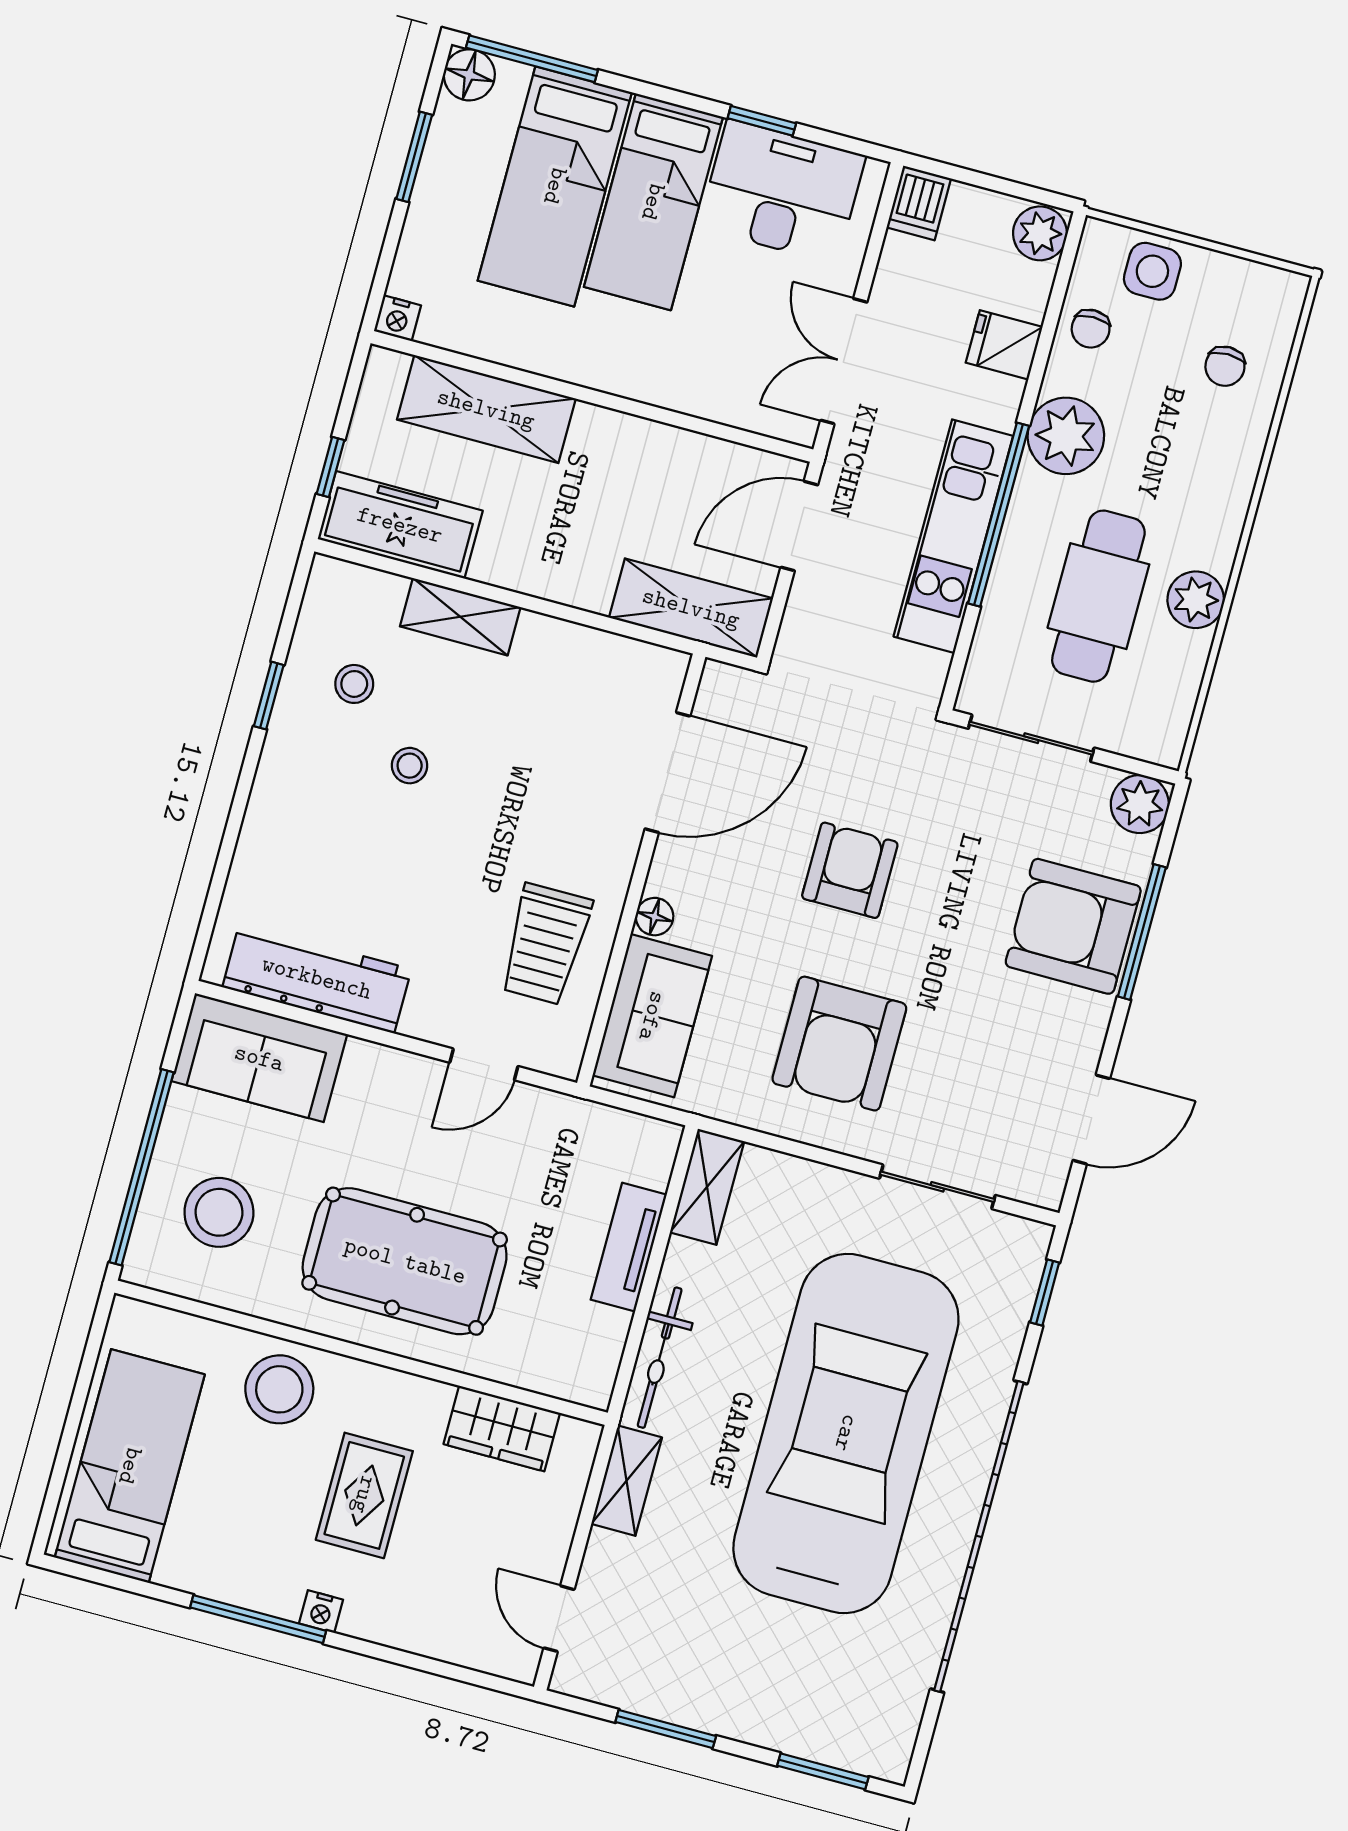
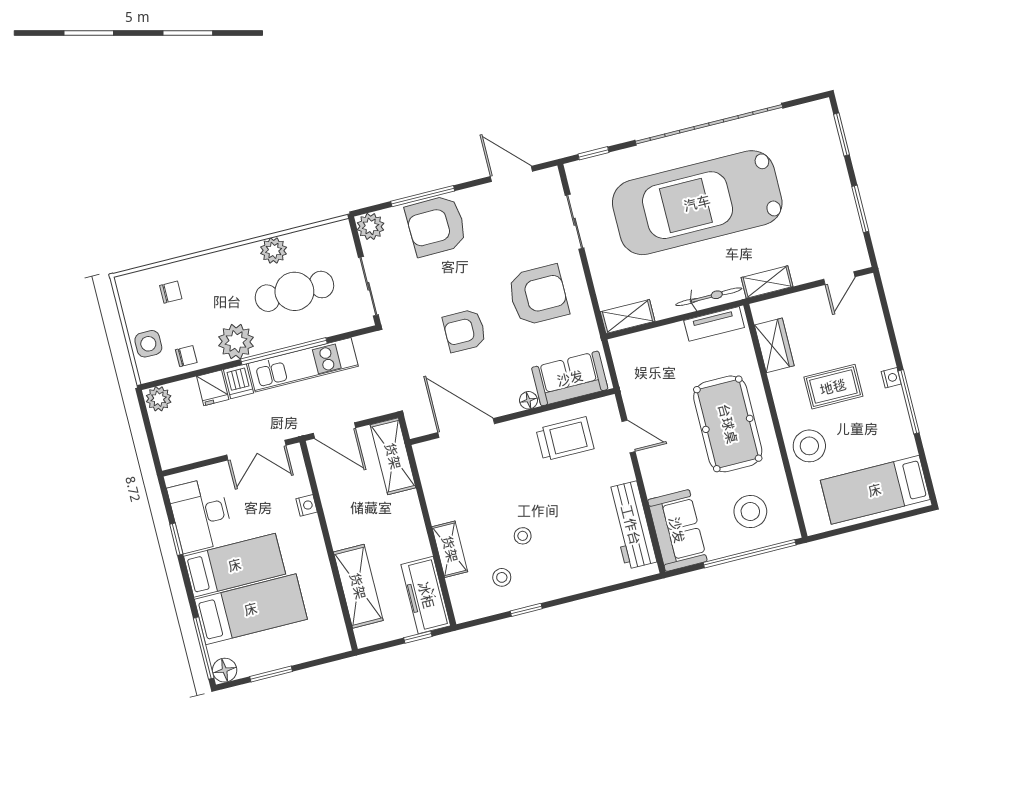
dishwasher: (919, 203) -> (238, 381), moved, turned 90
nightstand: (397, 318) -> (307, 505), moved
armchair: (1073, 926) -> (436, 226), turned 89
tv unit: (629, 1247) -> (714, 324), moved

